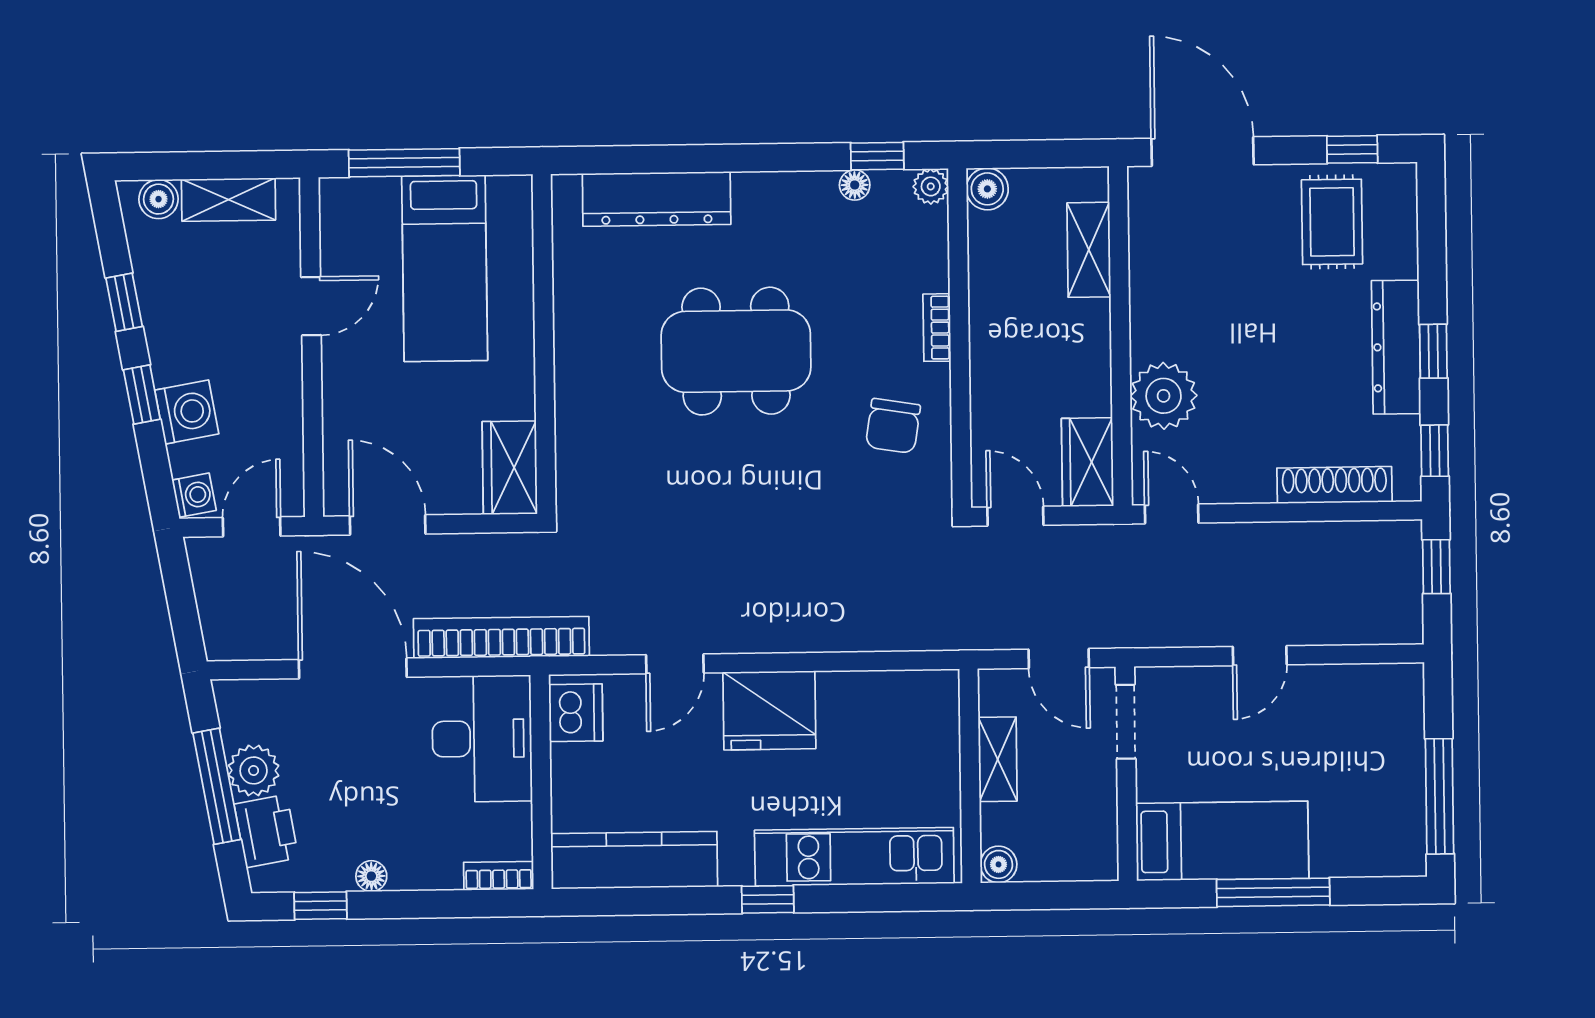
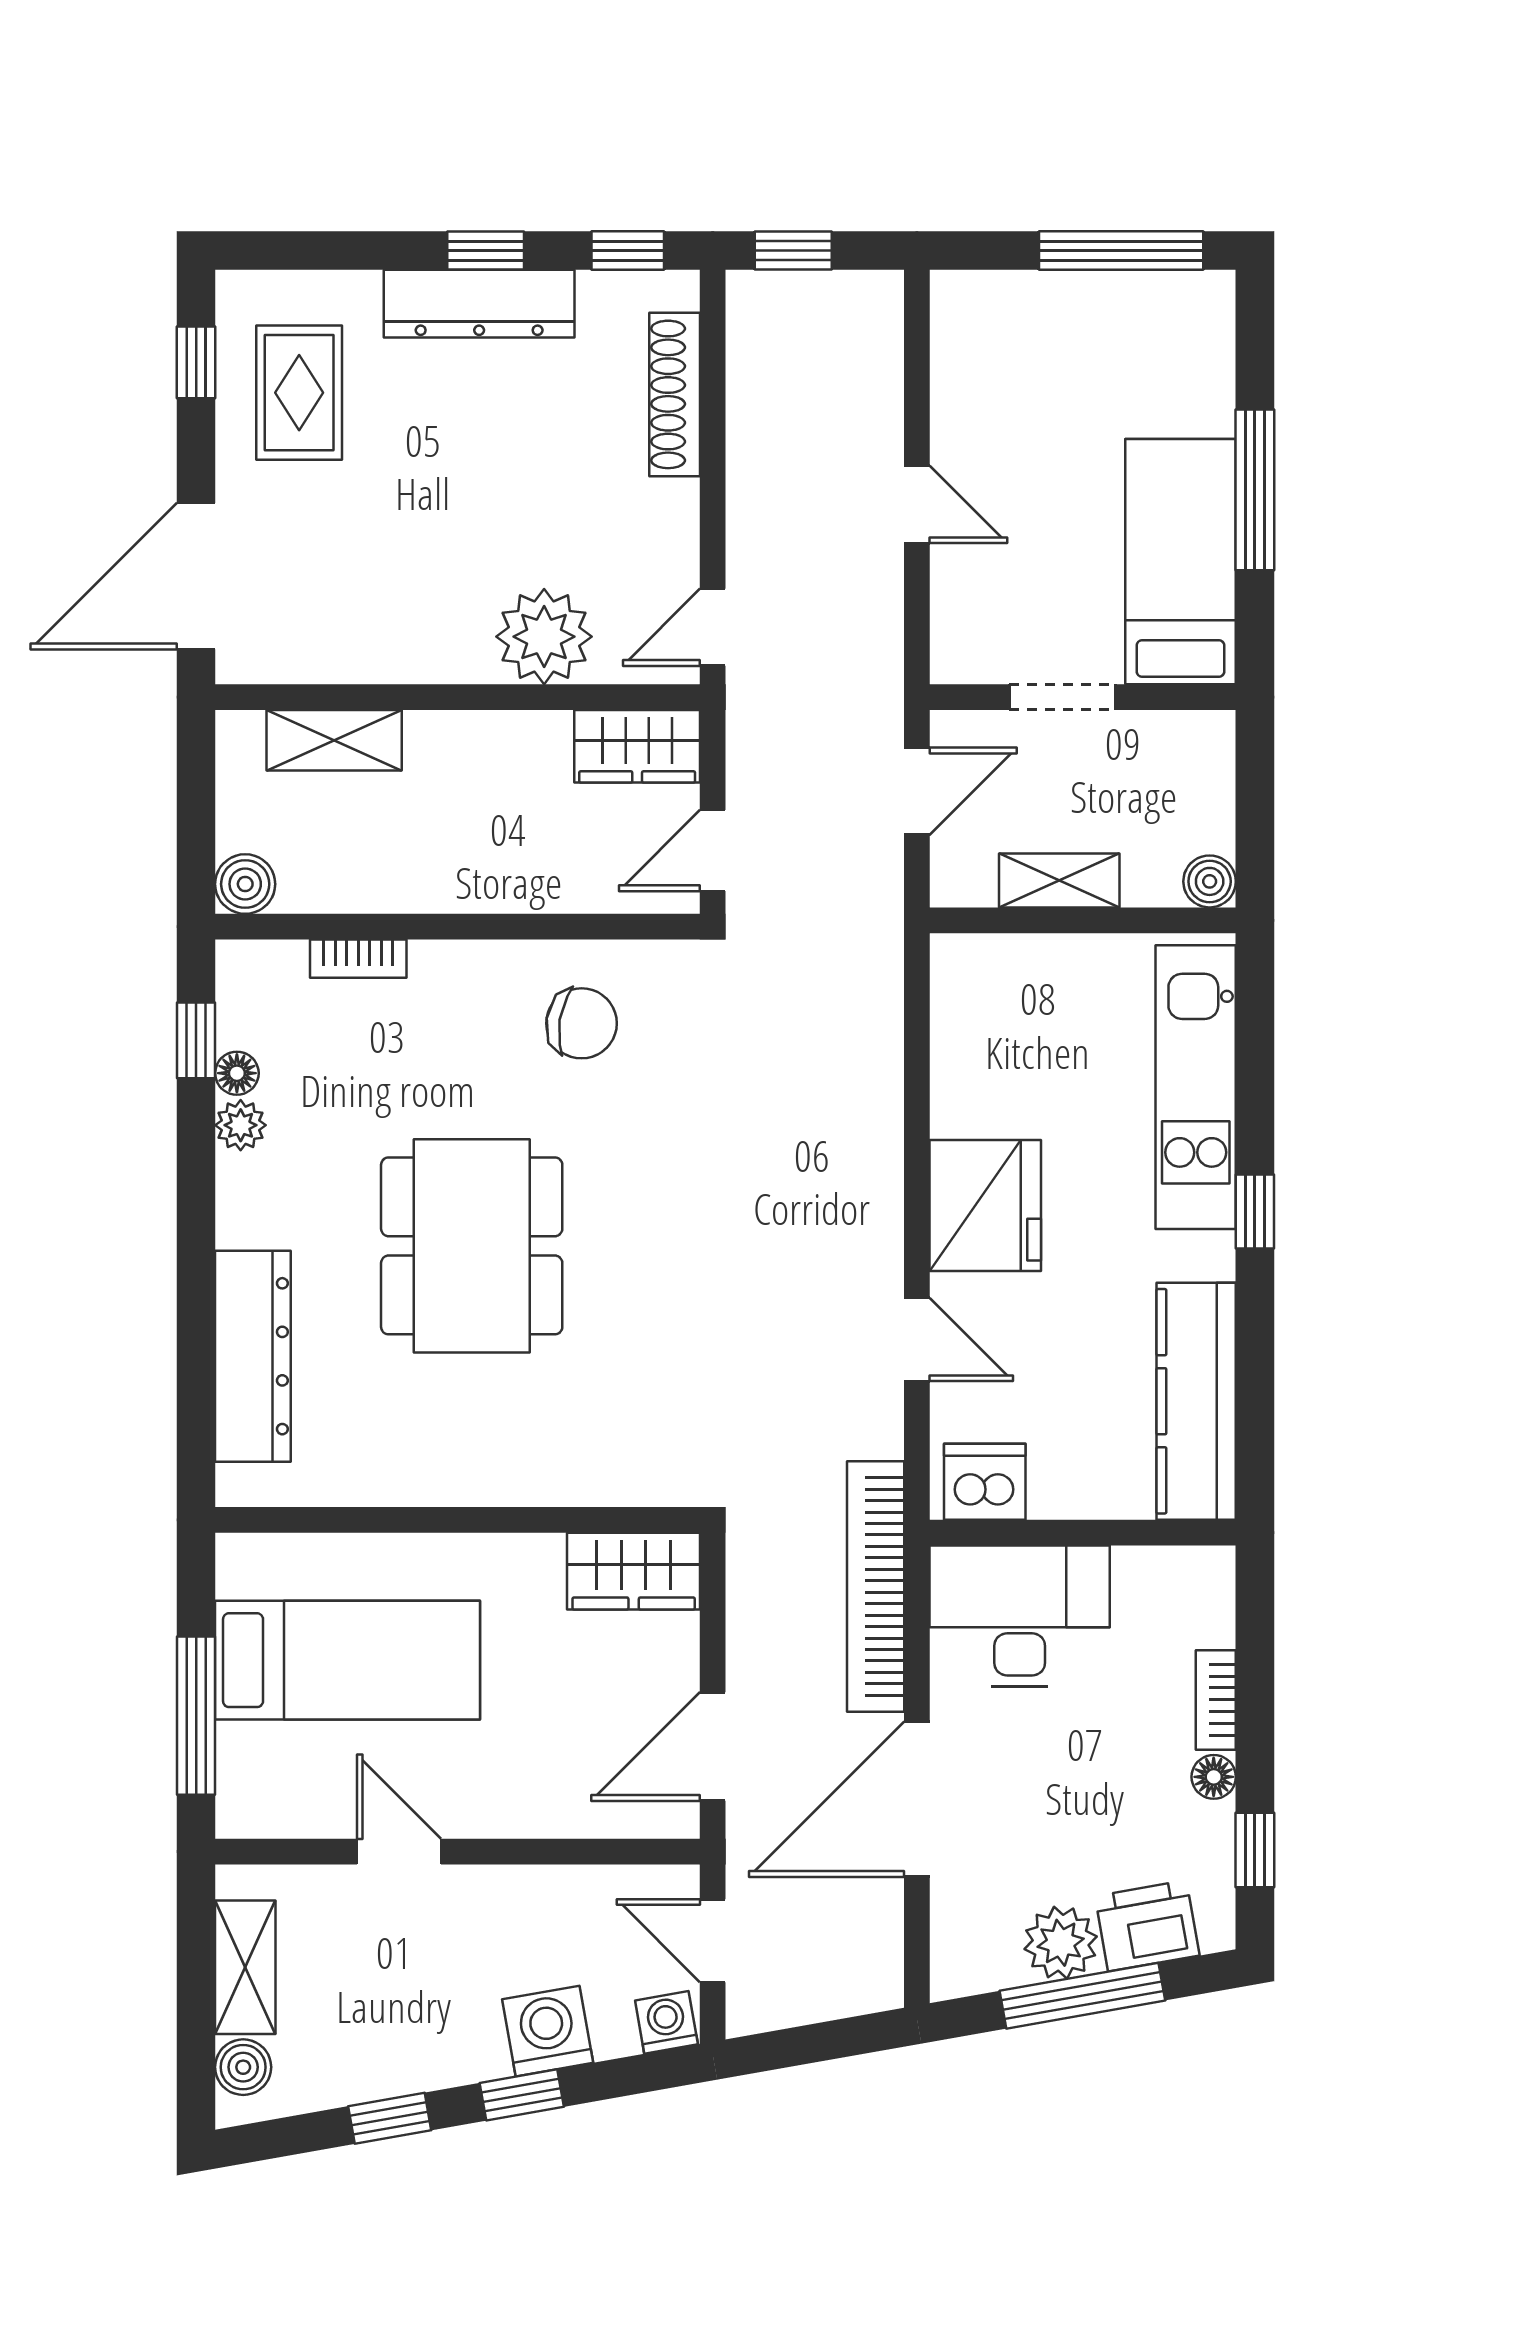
plant: (931, 186) -> (241, 1125), moved
rug: (1332, 222) -> (299, 393), turned 90
bookcase: (937, 328) -> (358, 959), moved
doorway: (1126, 722) -> (1062, 697), moved
bookcase: (499, 876) -> (1216, 1700), moved

